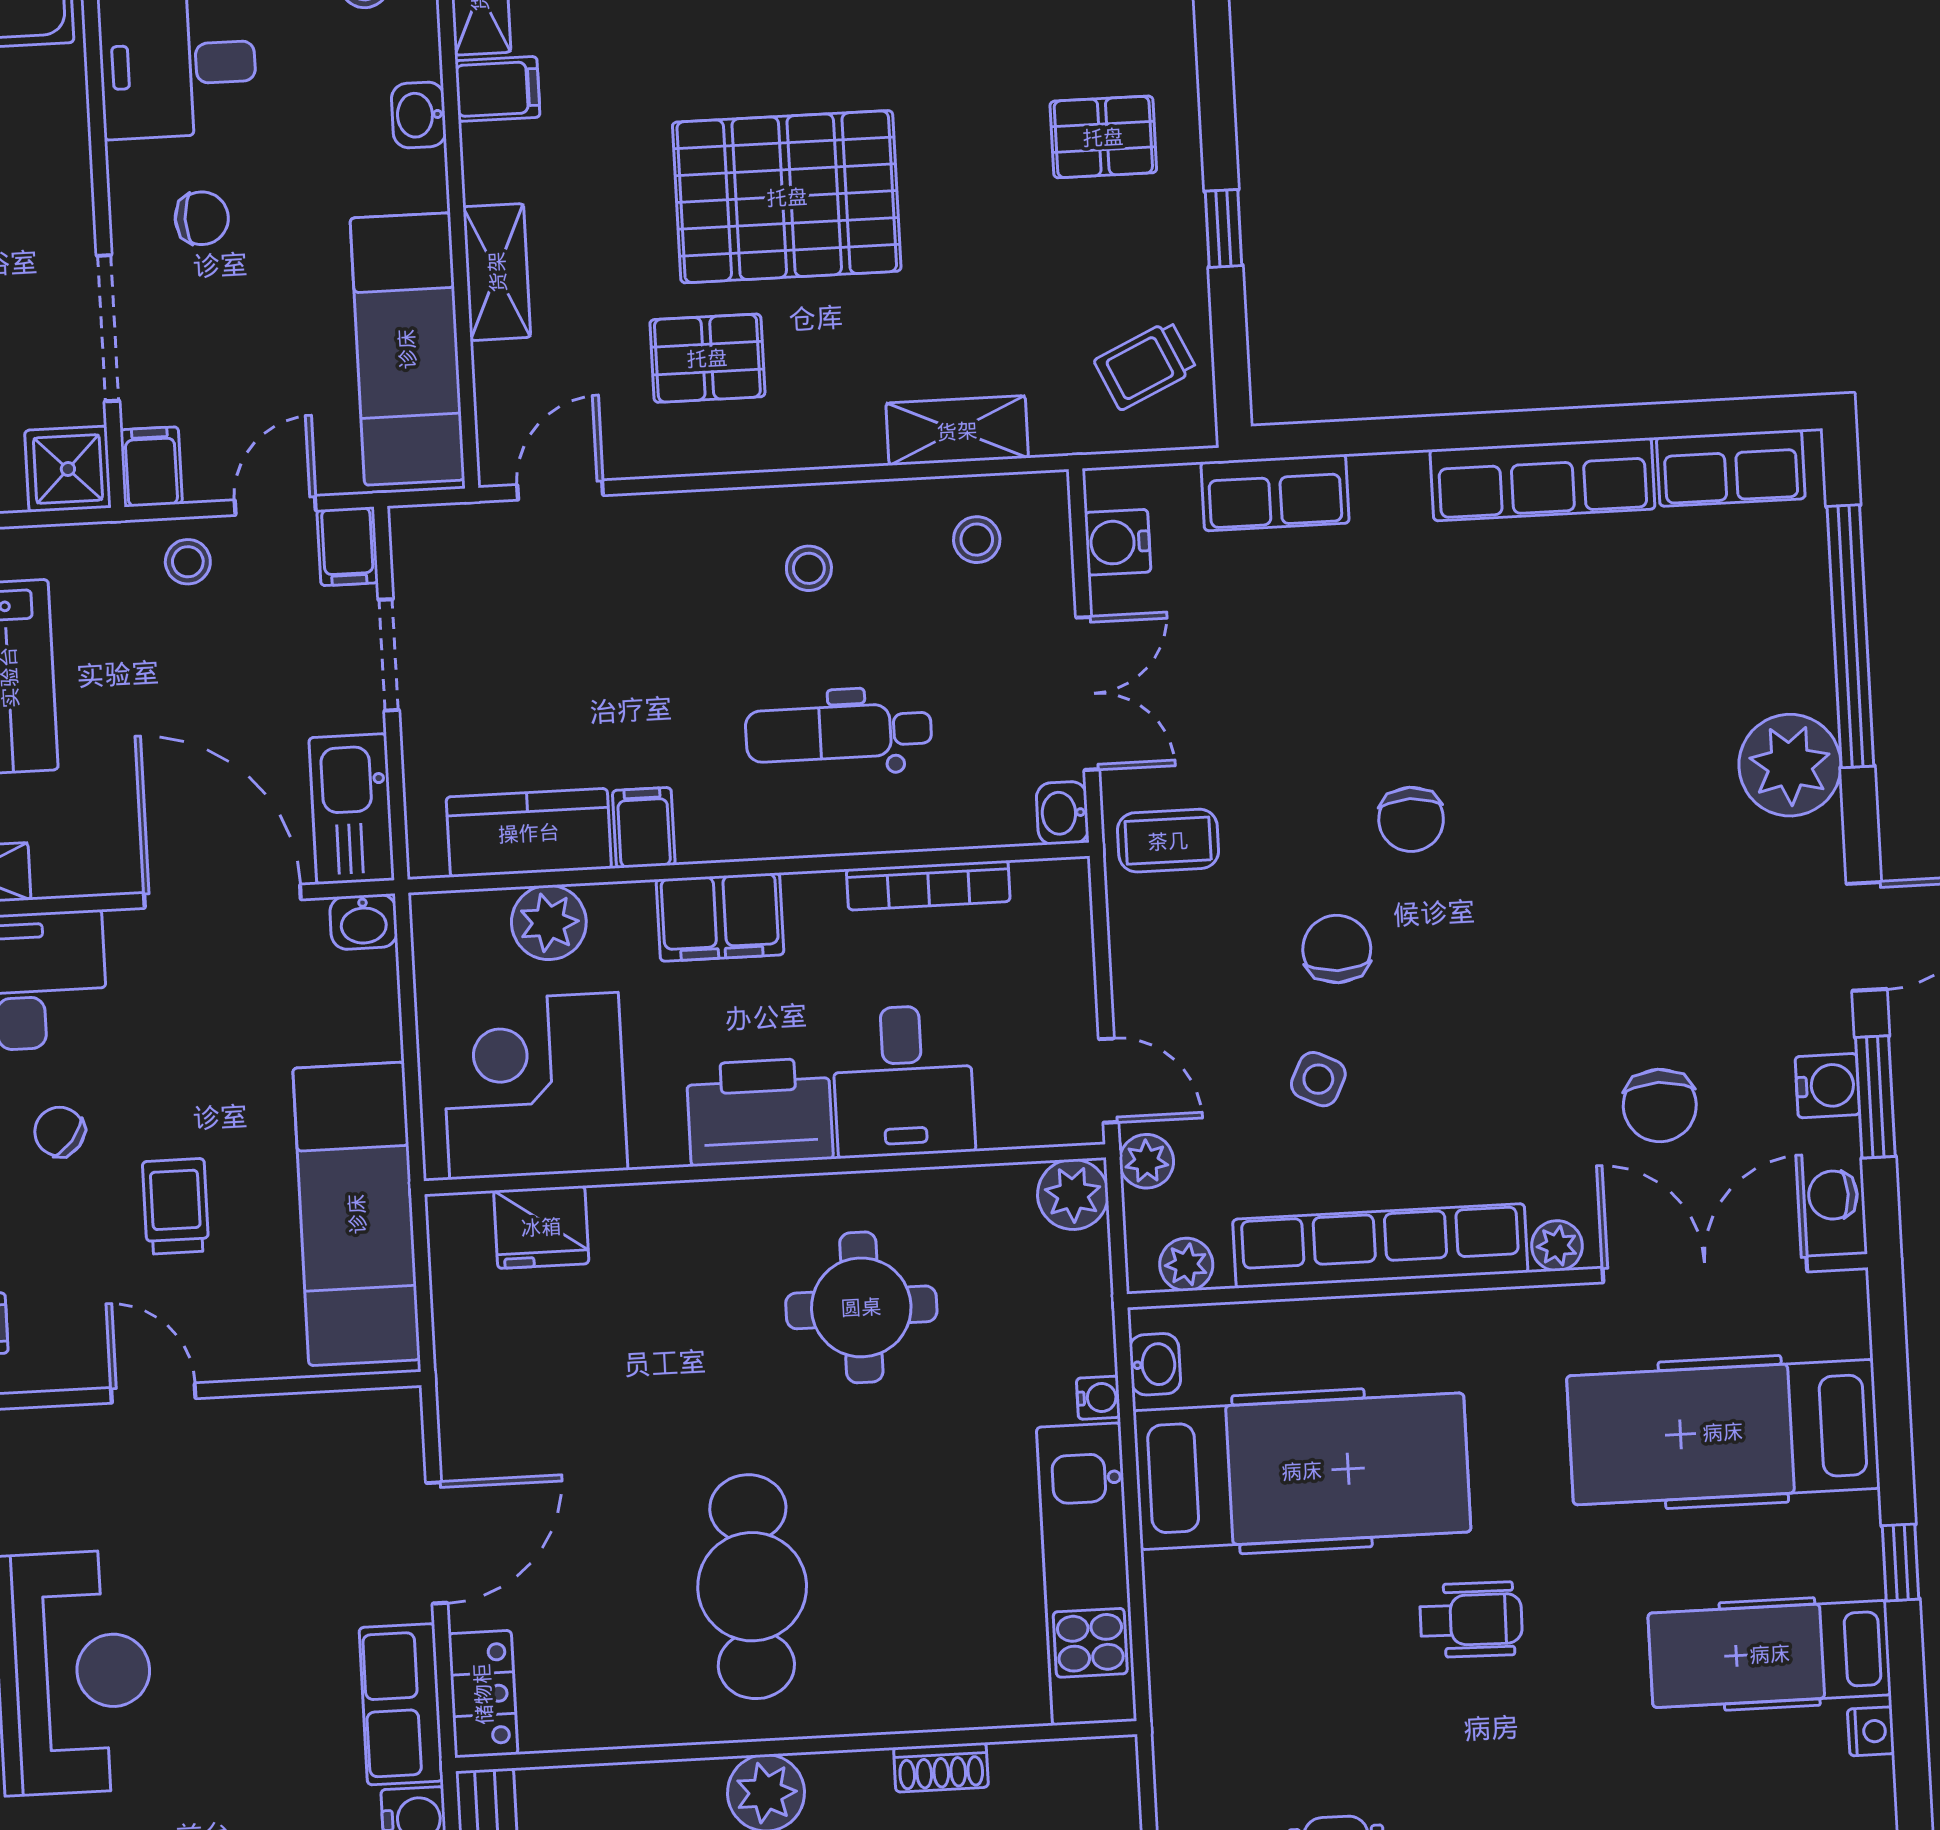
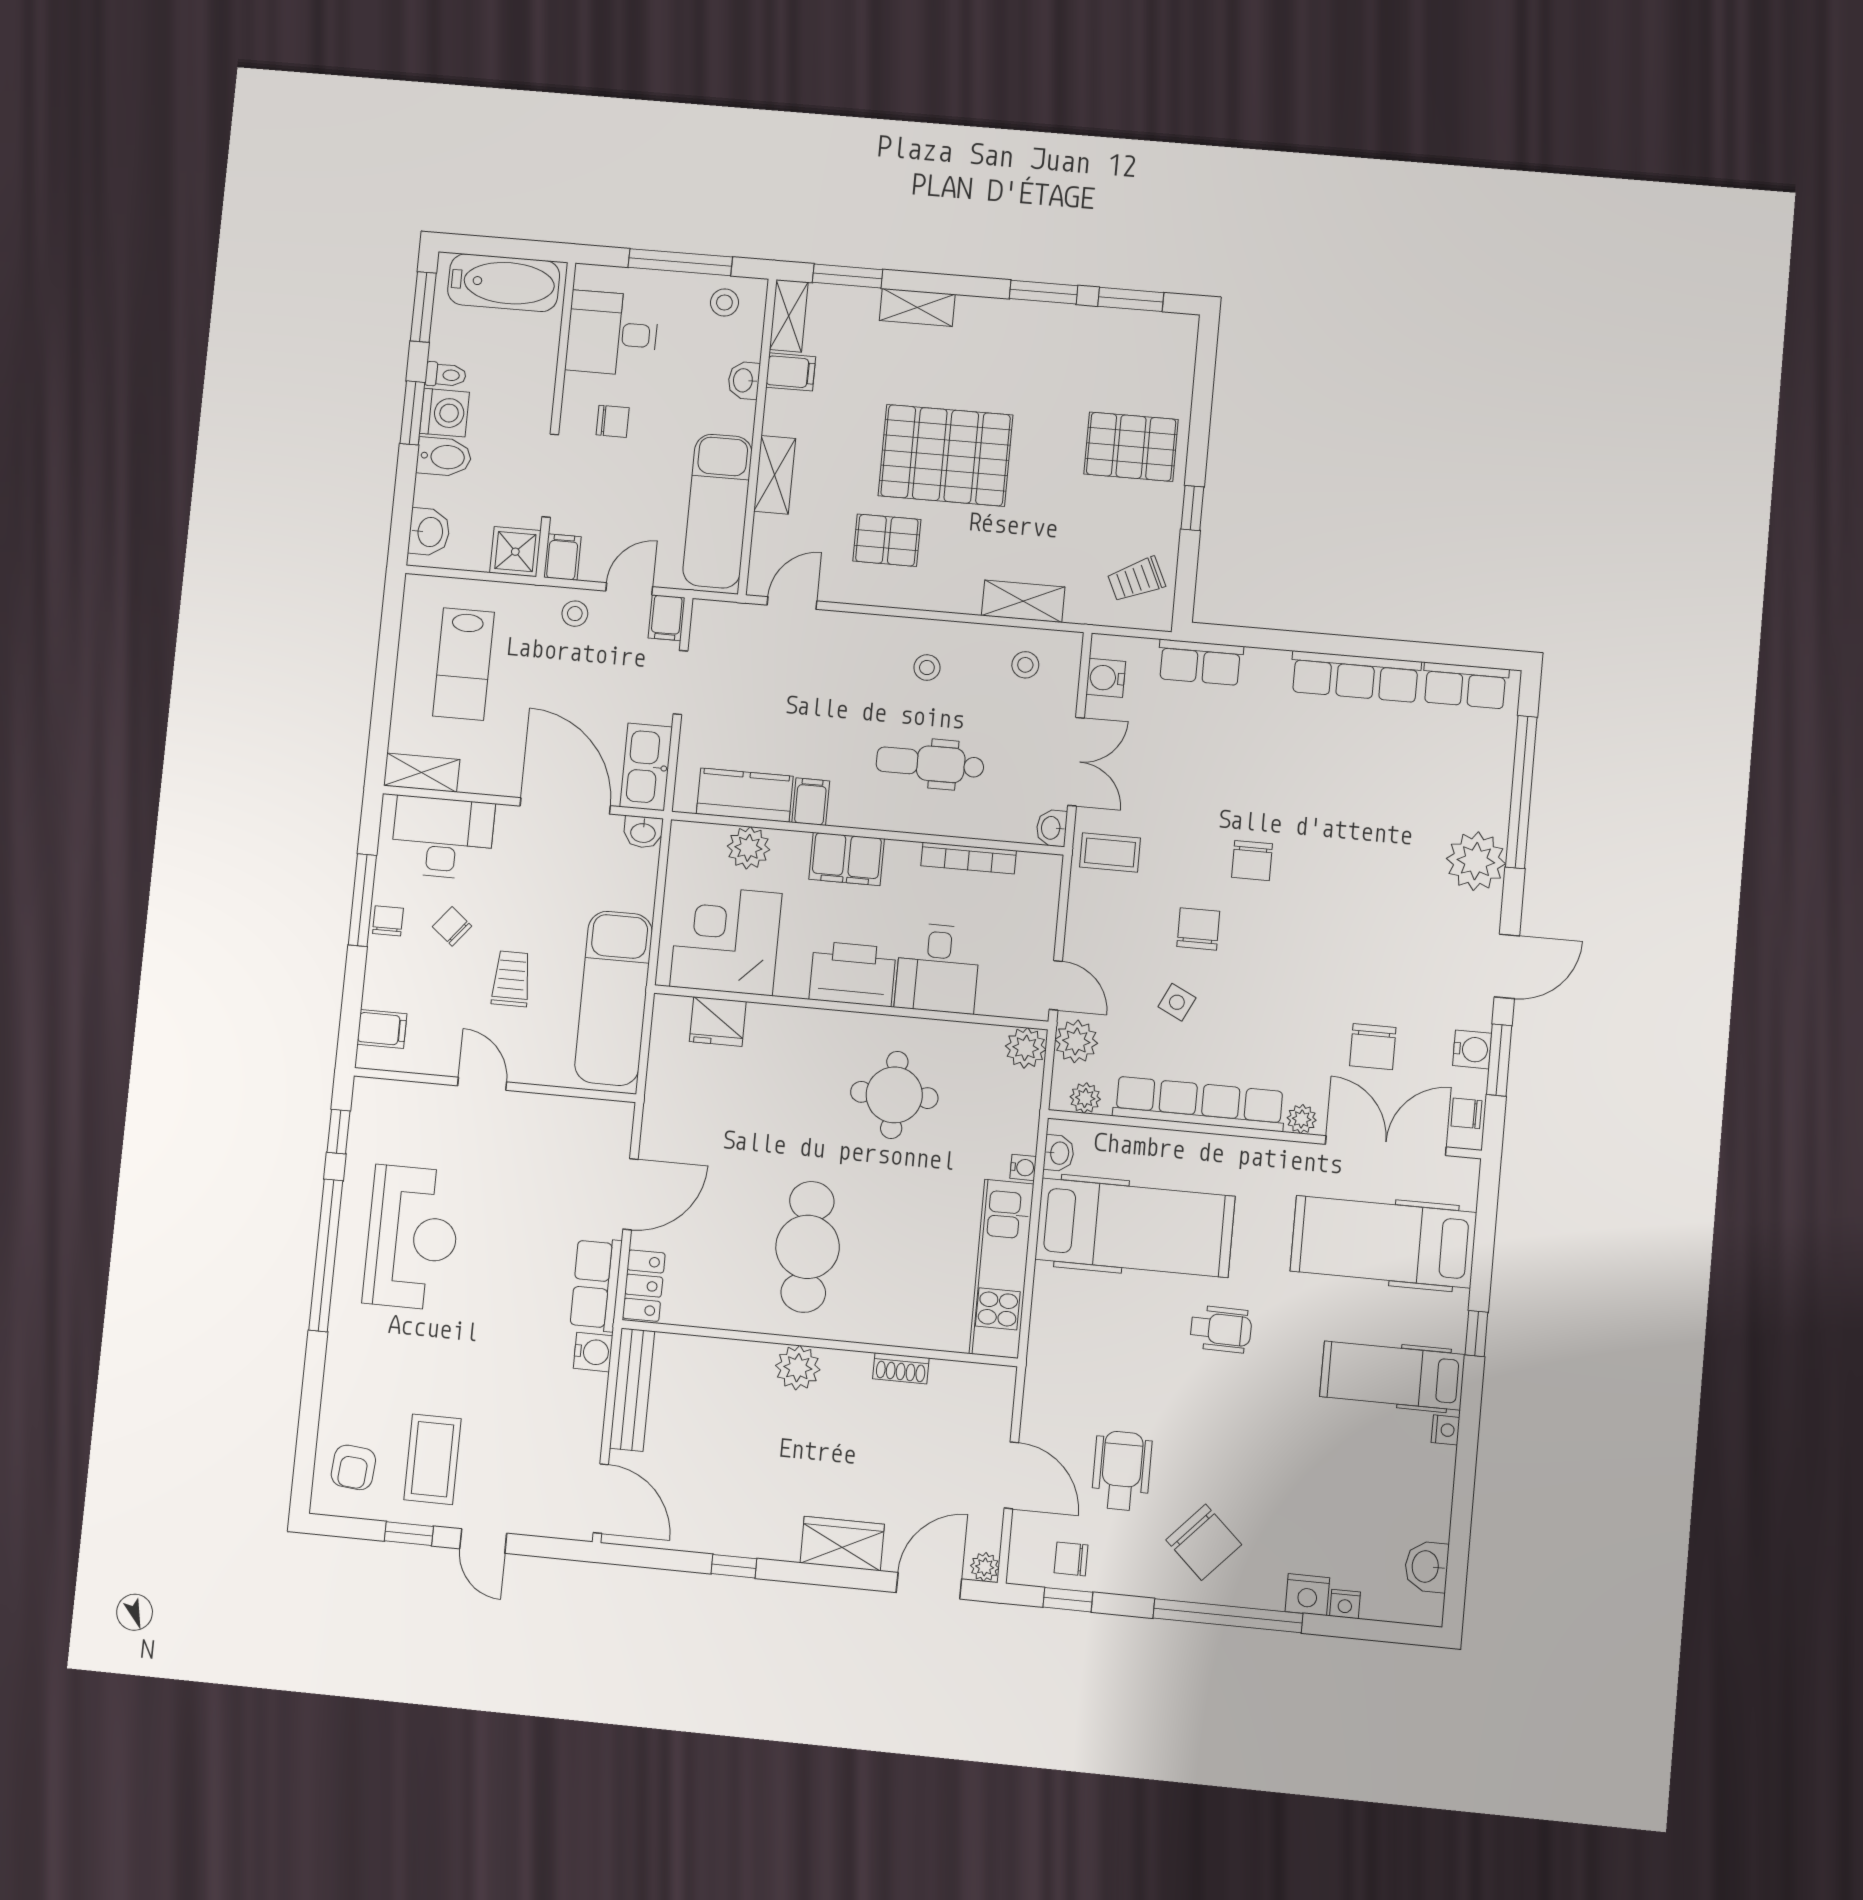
pallet: (1103, 137) -> (1131, 447), width x1.50, depth x1.42
plant: (1147, 1161) -> (1076, 1041), width x1.38, depth x1.38

